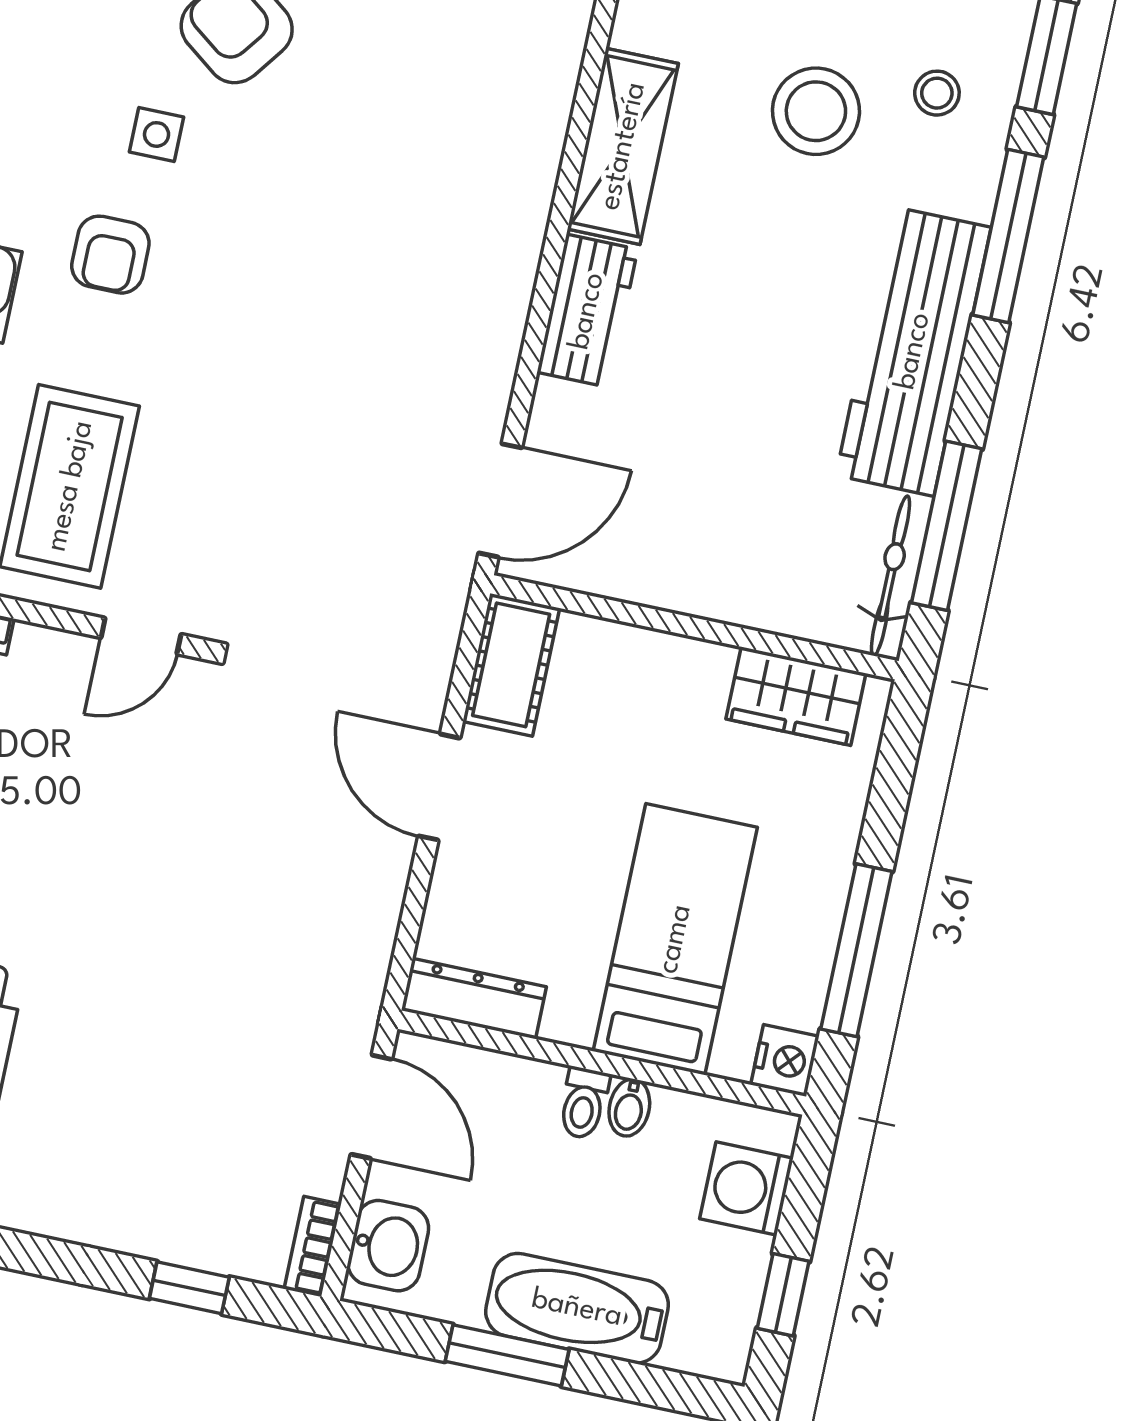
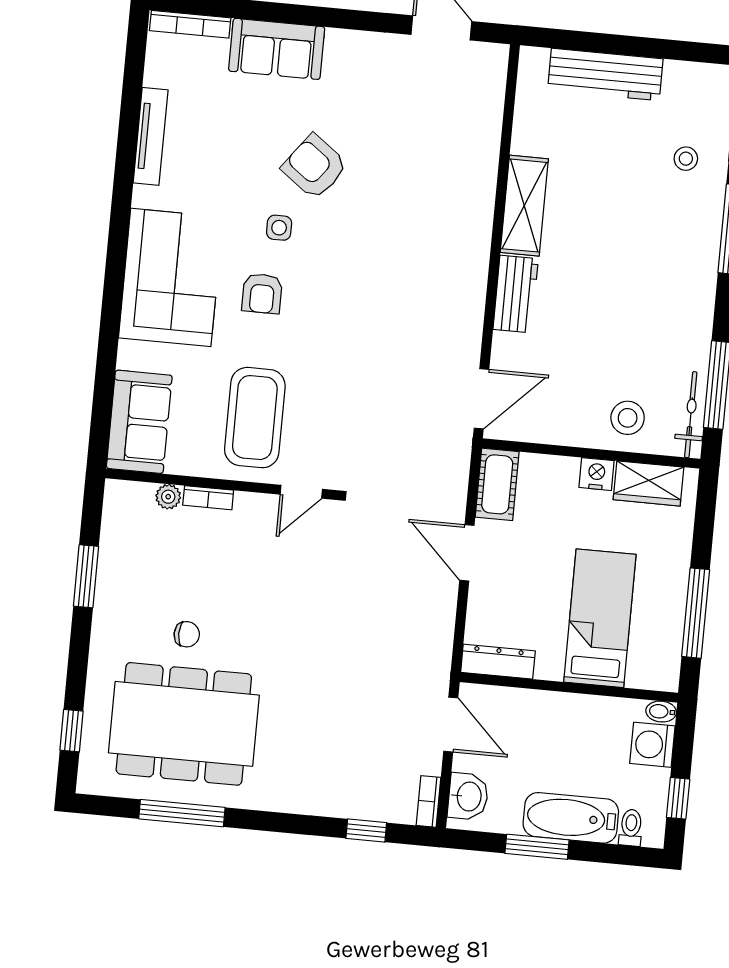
stool: (816, 111) -> (628, 418), moved, width x0.73, depth x0.73
workbench: (913, 351) -> (689, 296), removed
nightstand: (785, 1060) -> (597, 474), moved, turned -90
toilet: (584, 1103) -> (631, 828), moved, turned 180
bidet: (629, 1108) -> (661, 712), moved, turned 90

